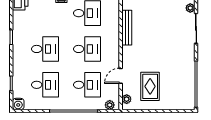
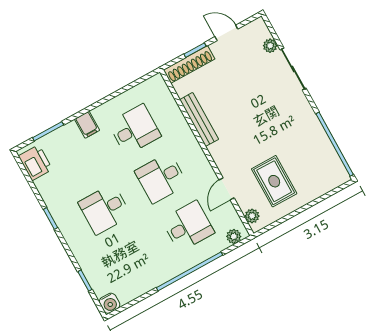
desk: (45, 49) -> (105, 209), turned 180
desk: (87, 49) -> (161, 178), turned 180
desk: (45, 85) -> (131, 257), removed

